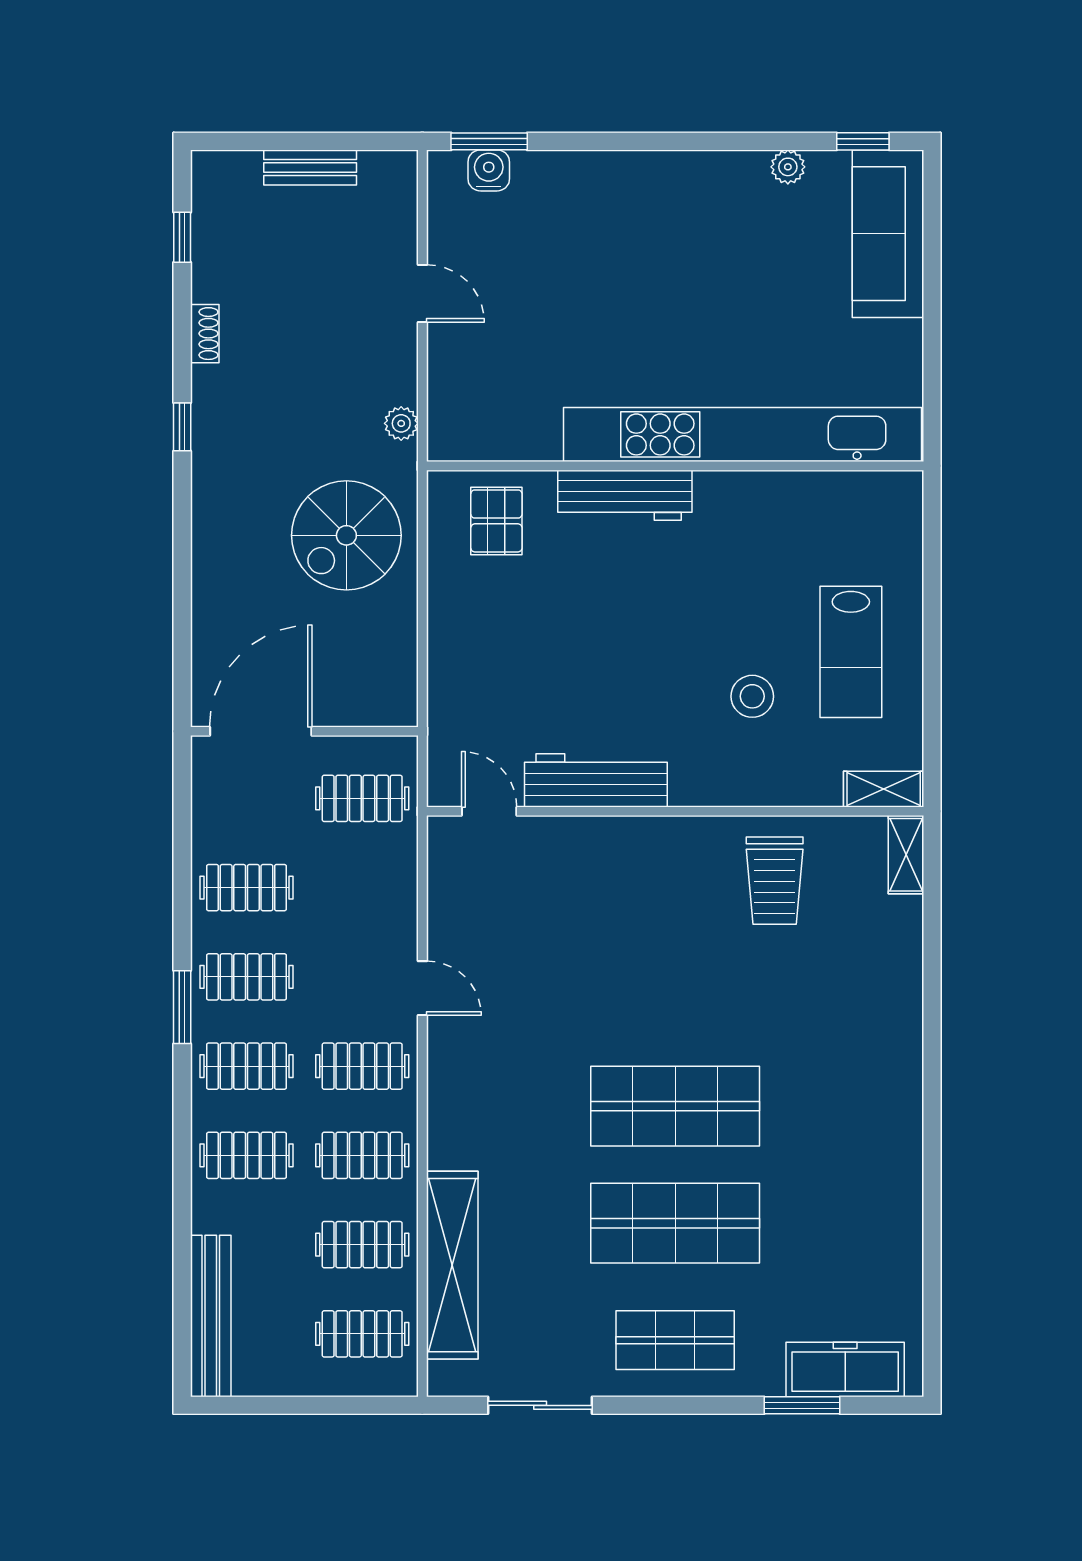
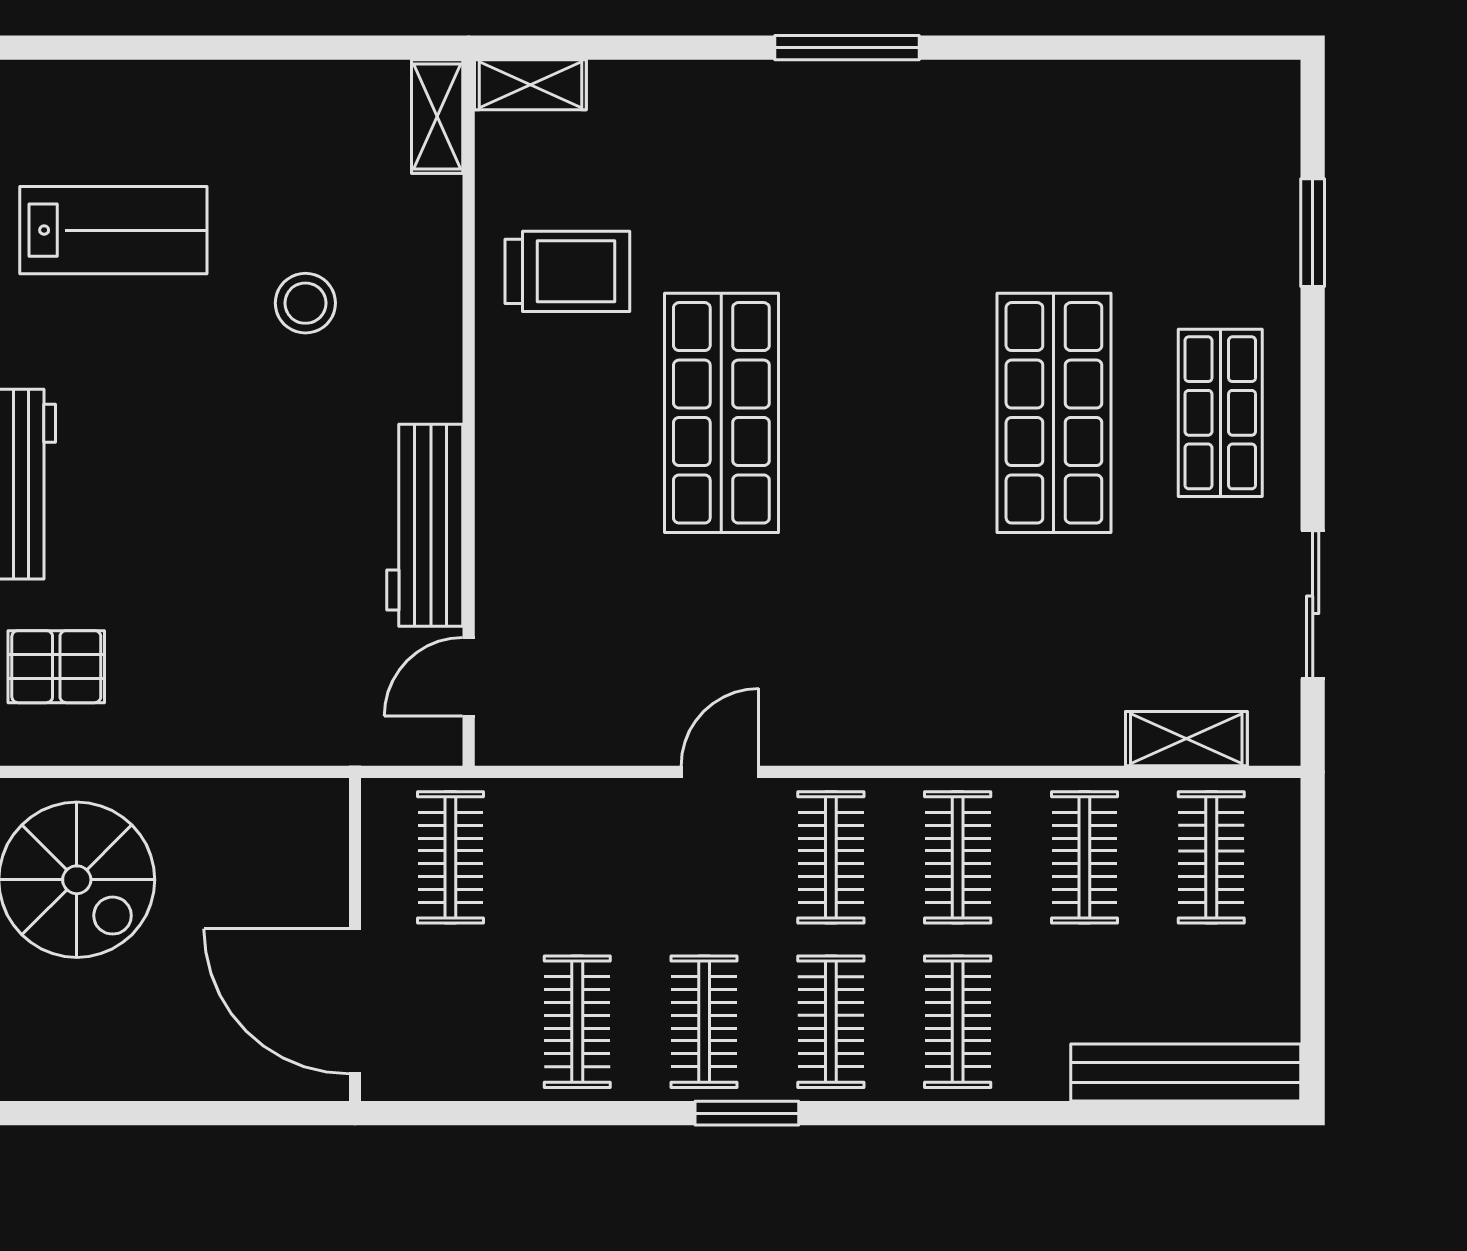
lab bench: (851, 652) -> (113, 230), moved
window: (932, 1077) -> (847, 48), added
shop shelf: (675, 1106) -> (721, 413), moved
shelving: (452, 1265) -> (1186, 739), width x0.45, depth x0.75
freezer: (845, 1370) -> (1262, 171), removed

